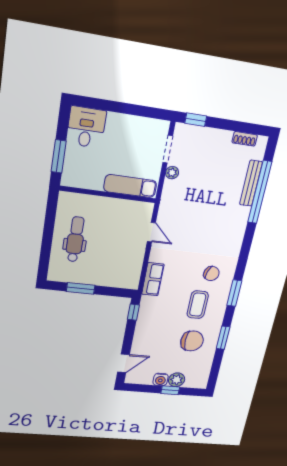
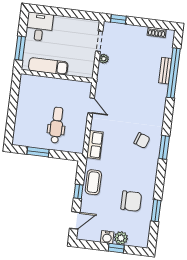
bench: (251, 183) -> (165, 71), width x0.73
exam couch: (130, 186) -> (48, 66), moved
dental chair: (75, 239) -> (57, 125), moved
window: (234, 293) -> (164, 147), moved
coffee table: (198, 305) -> (93, 182), moved
window: (133, 312) -> (78, 191), moved
window: (223, 338) -> (156, 211), moved

